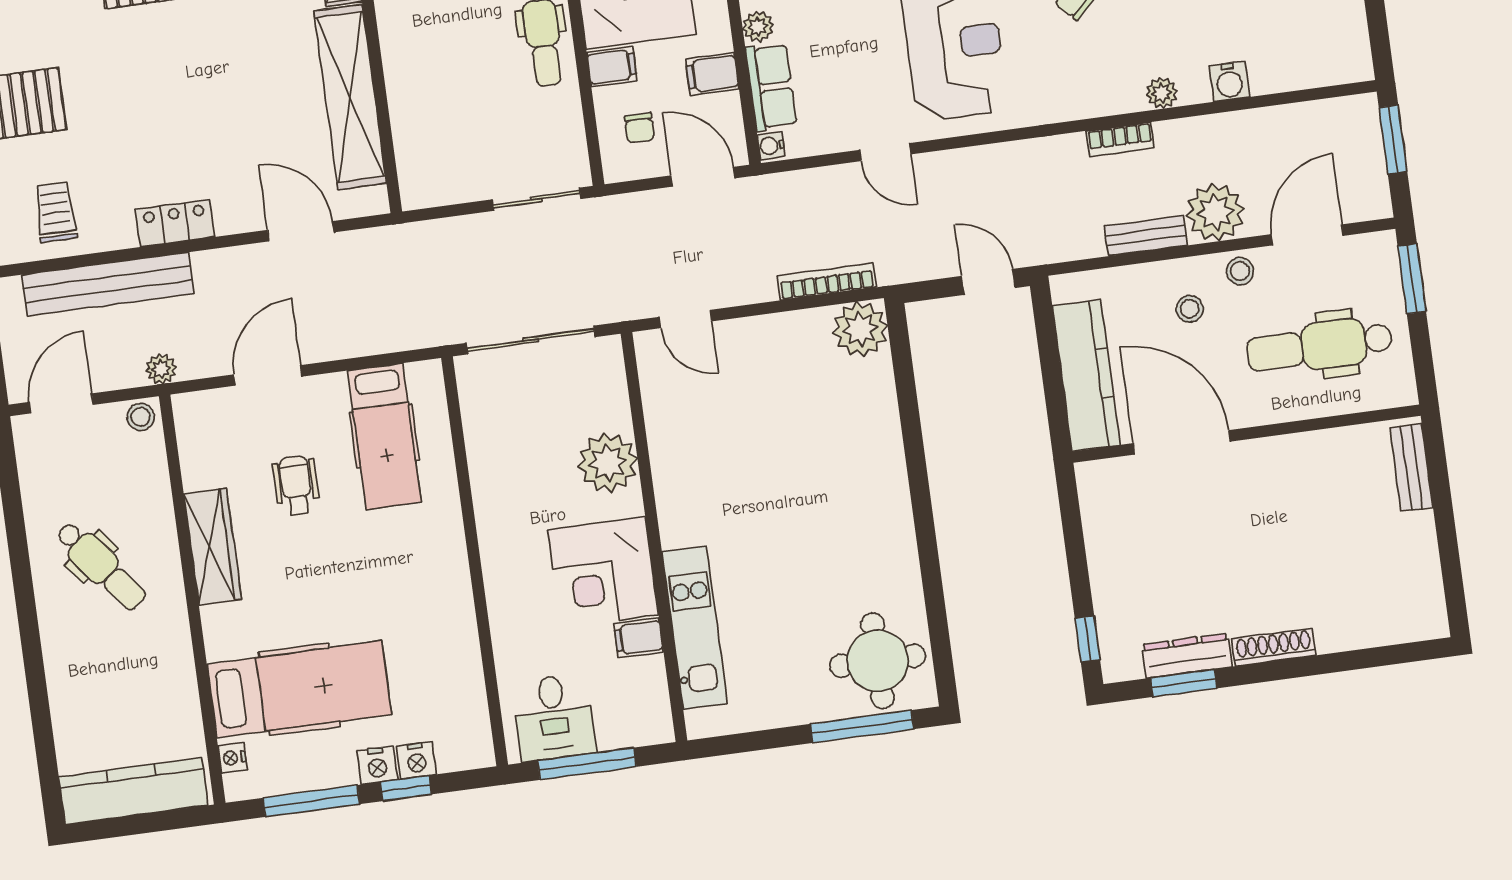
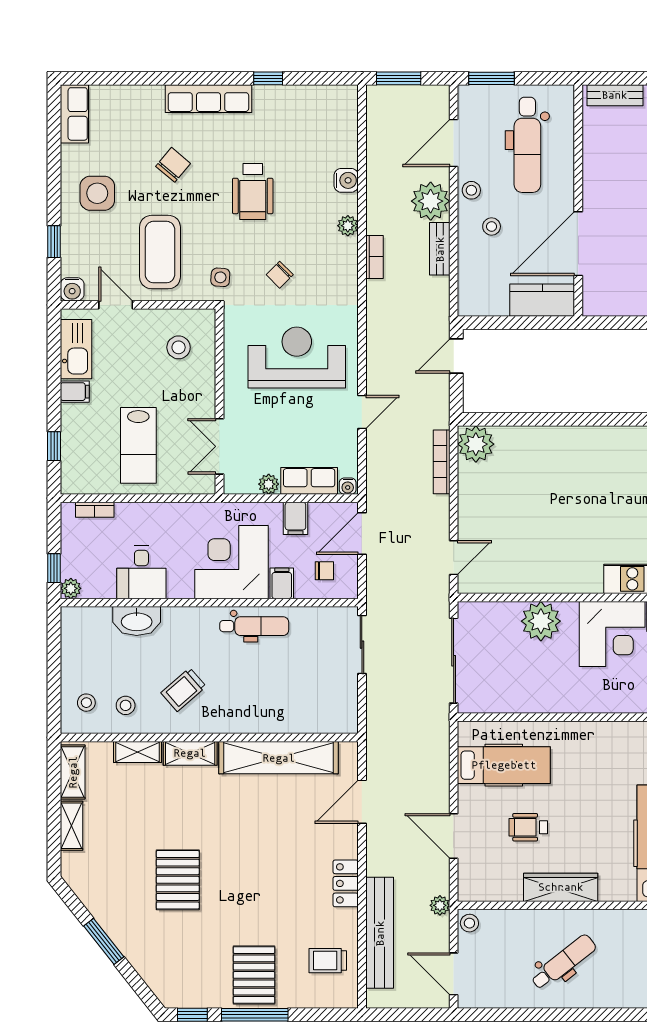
door: (1307, 235) -> (454, 143), hinge flipped
kitchen counter: (1086, 375) -> (542, 300), width x0.67

